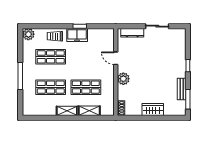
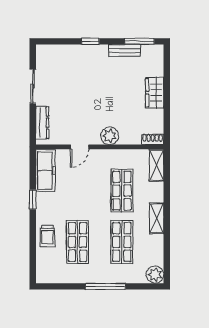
plant: (28, 34) -> (155, 275), moved
freezer: (77, 35) -> (46, 171), moved, width x1.40
shelving: (89, 111) -> (156, 165), moved

